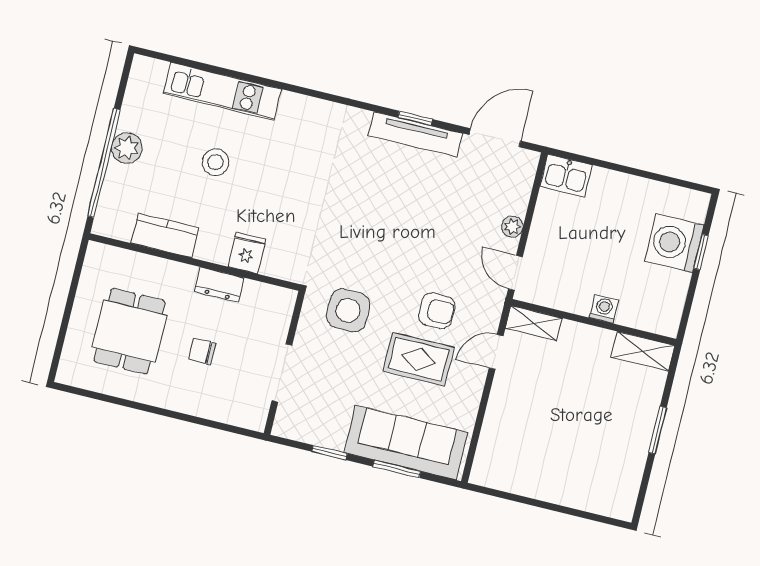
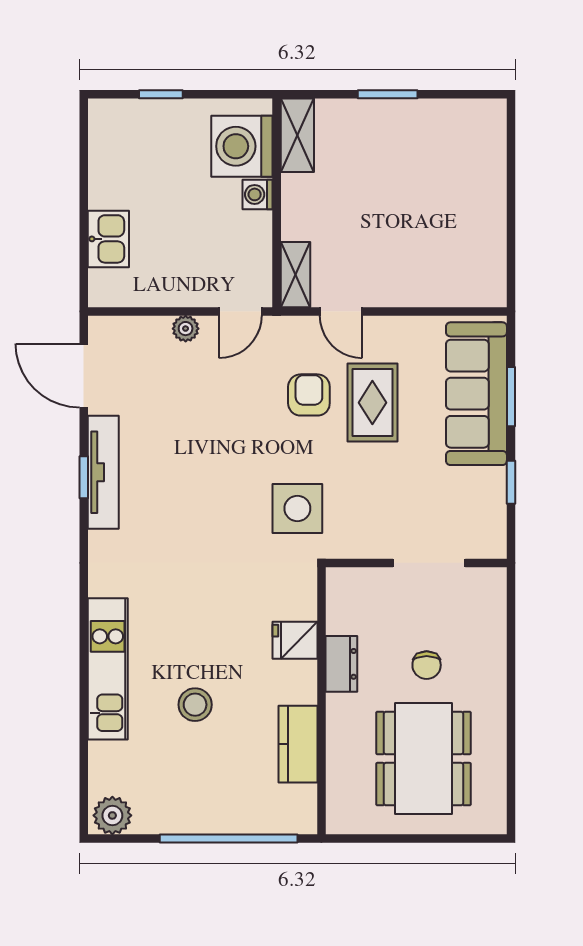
kitchen unit: (222, 91) -> (108, 669), moved
plant: (127, 148) -> (112, 815), moved
kitchen sink: (566, 176) -> (108, 239), moved
washing machine: (674, 243) -> (242, 146), moved, turned 90
side table: (348, 310) -> (297, 508), moved
dining table: (129, 331) -> (423, 759), width x1.38

